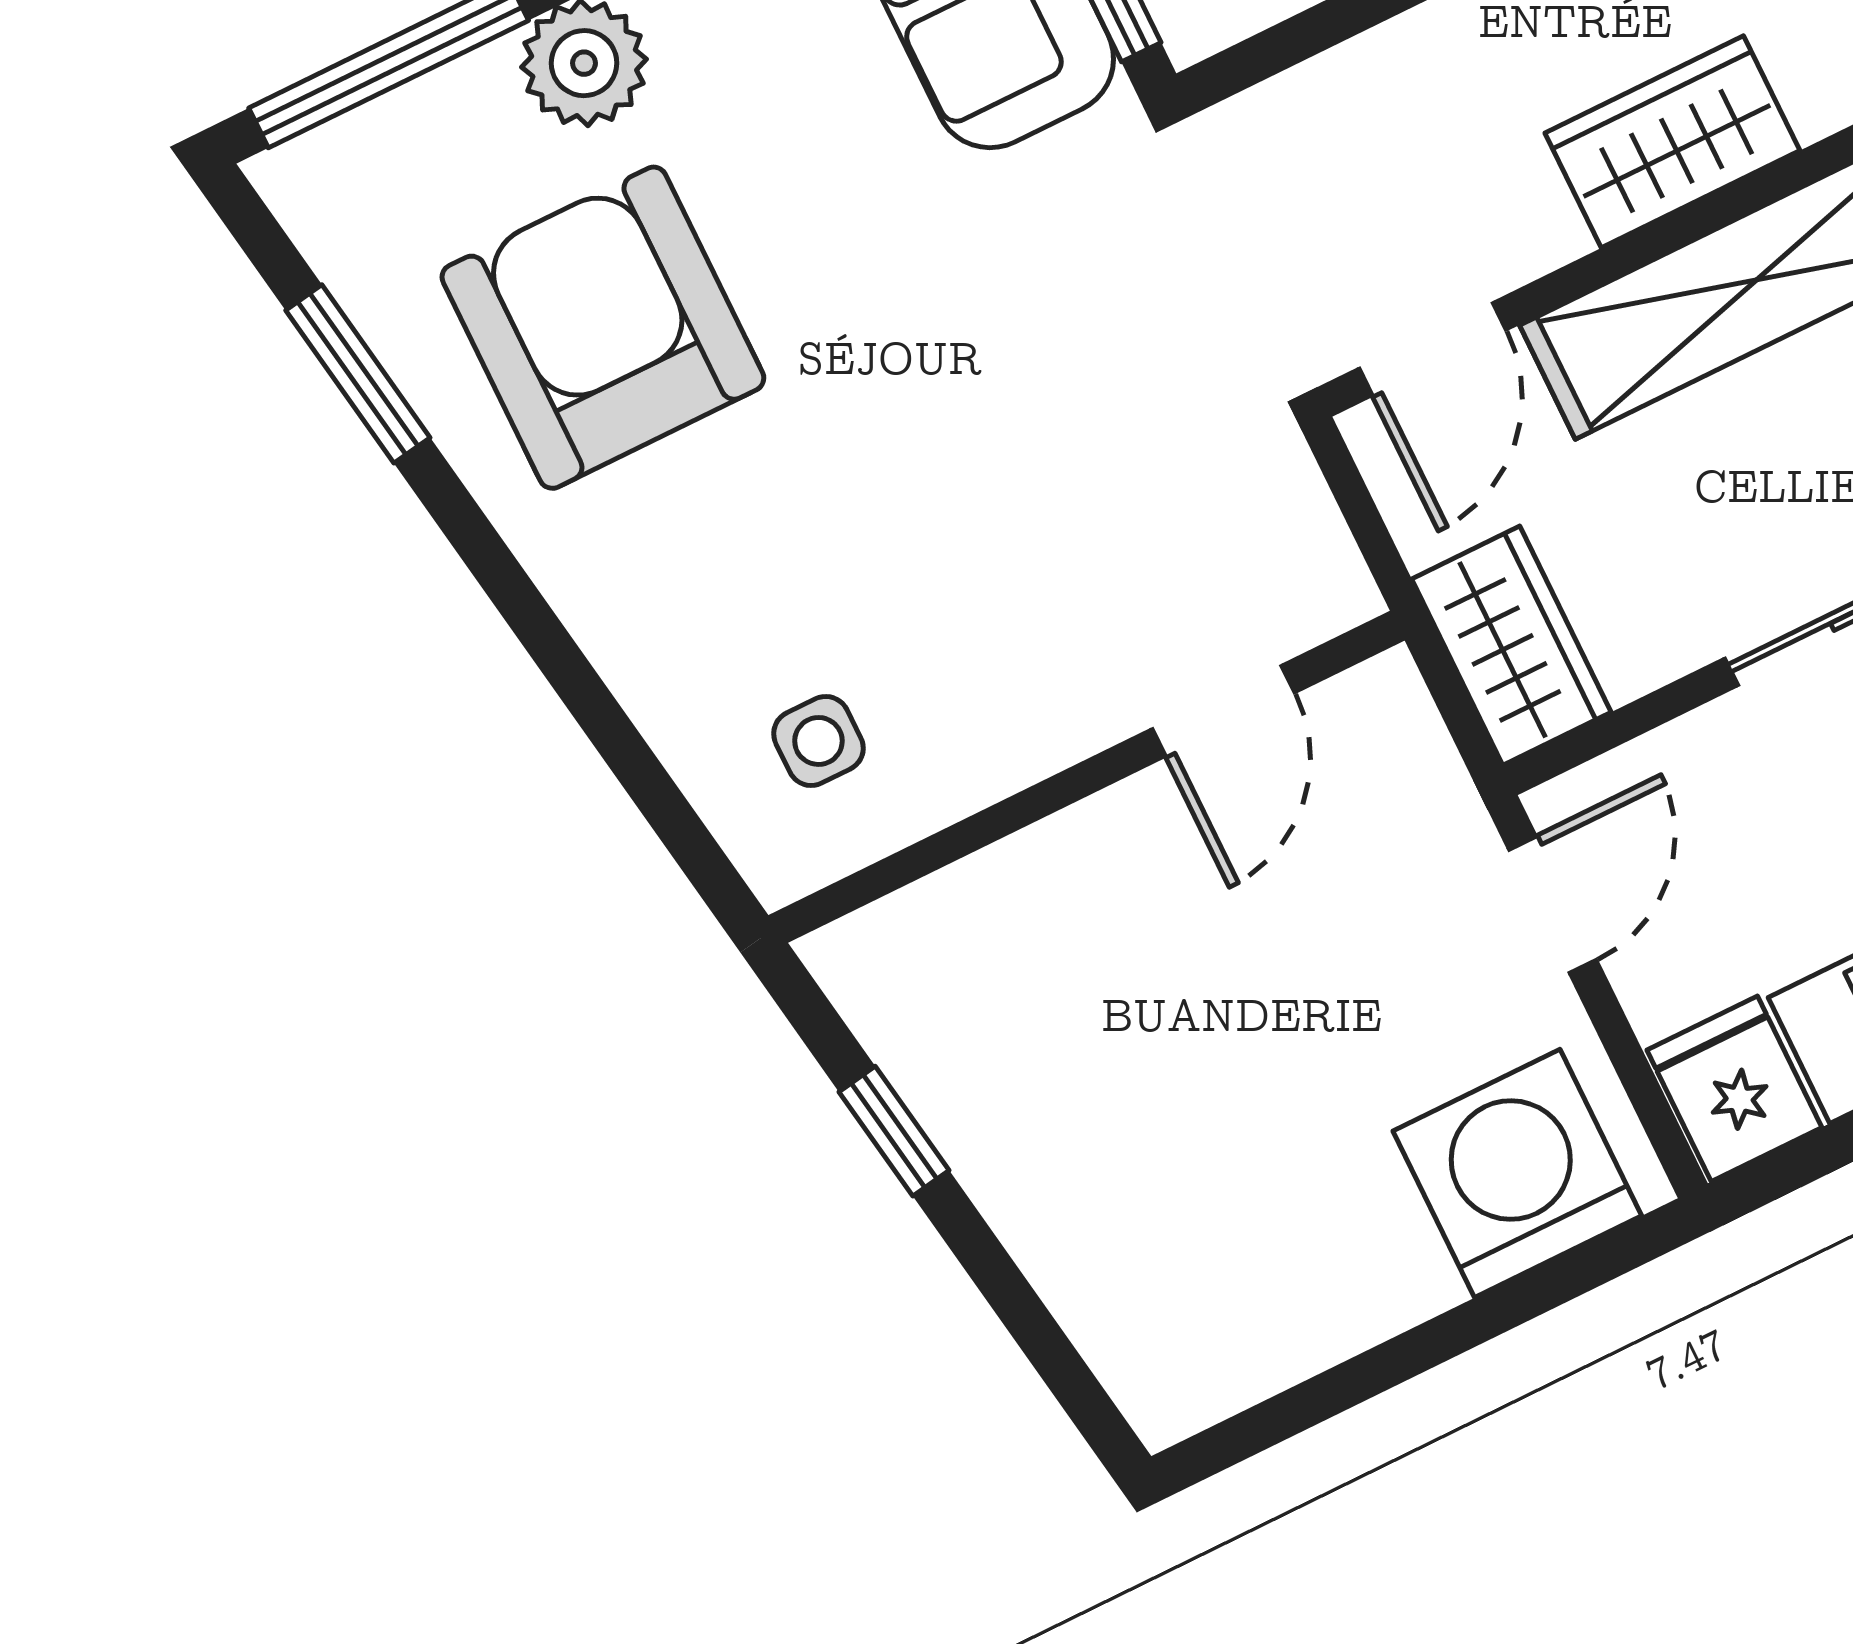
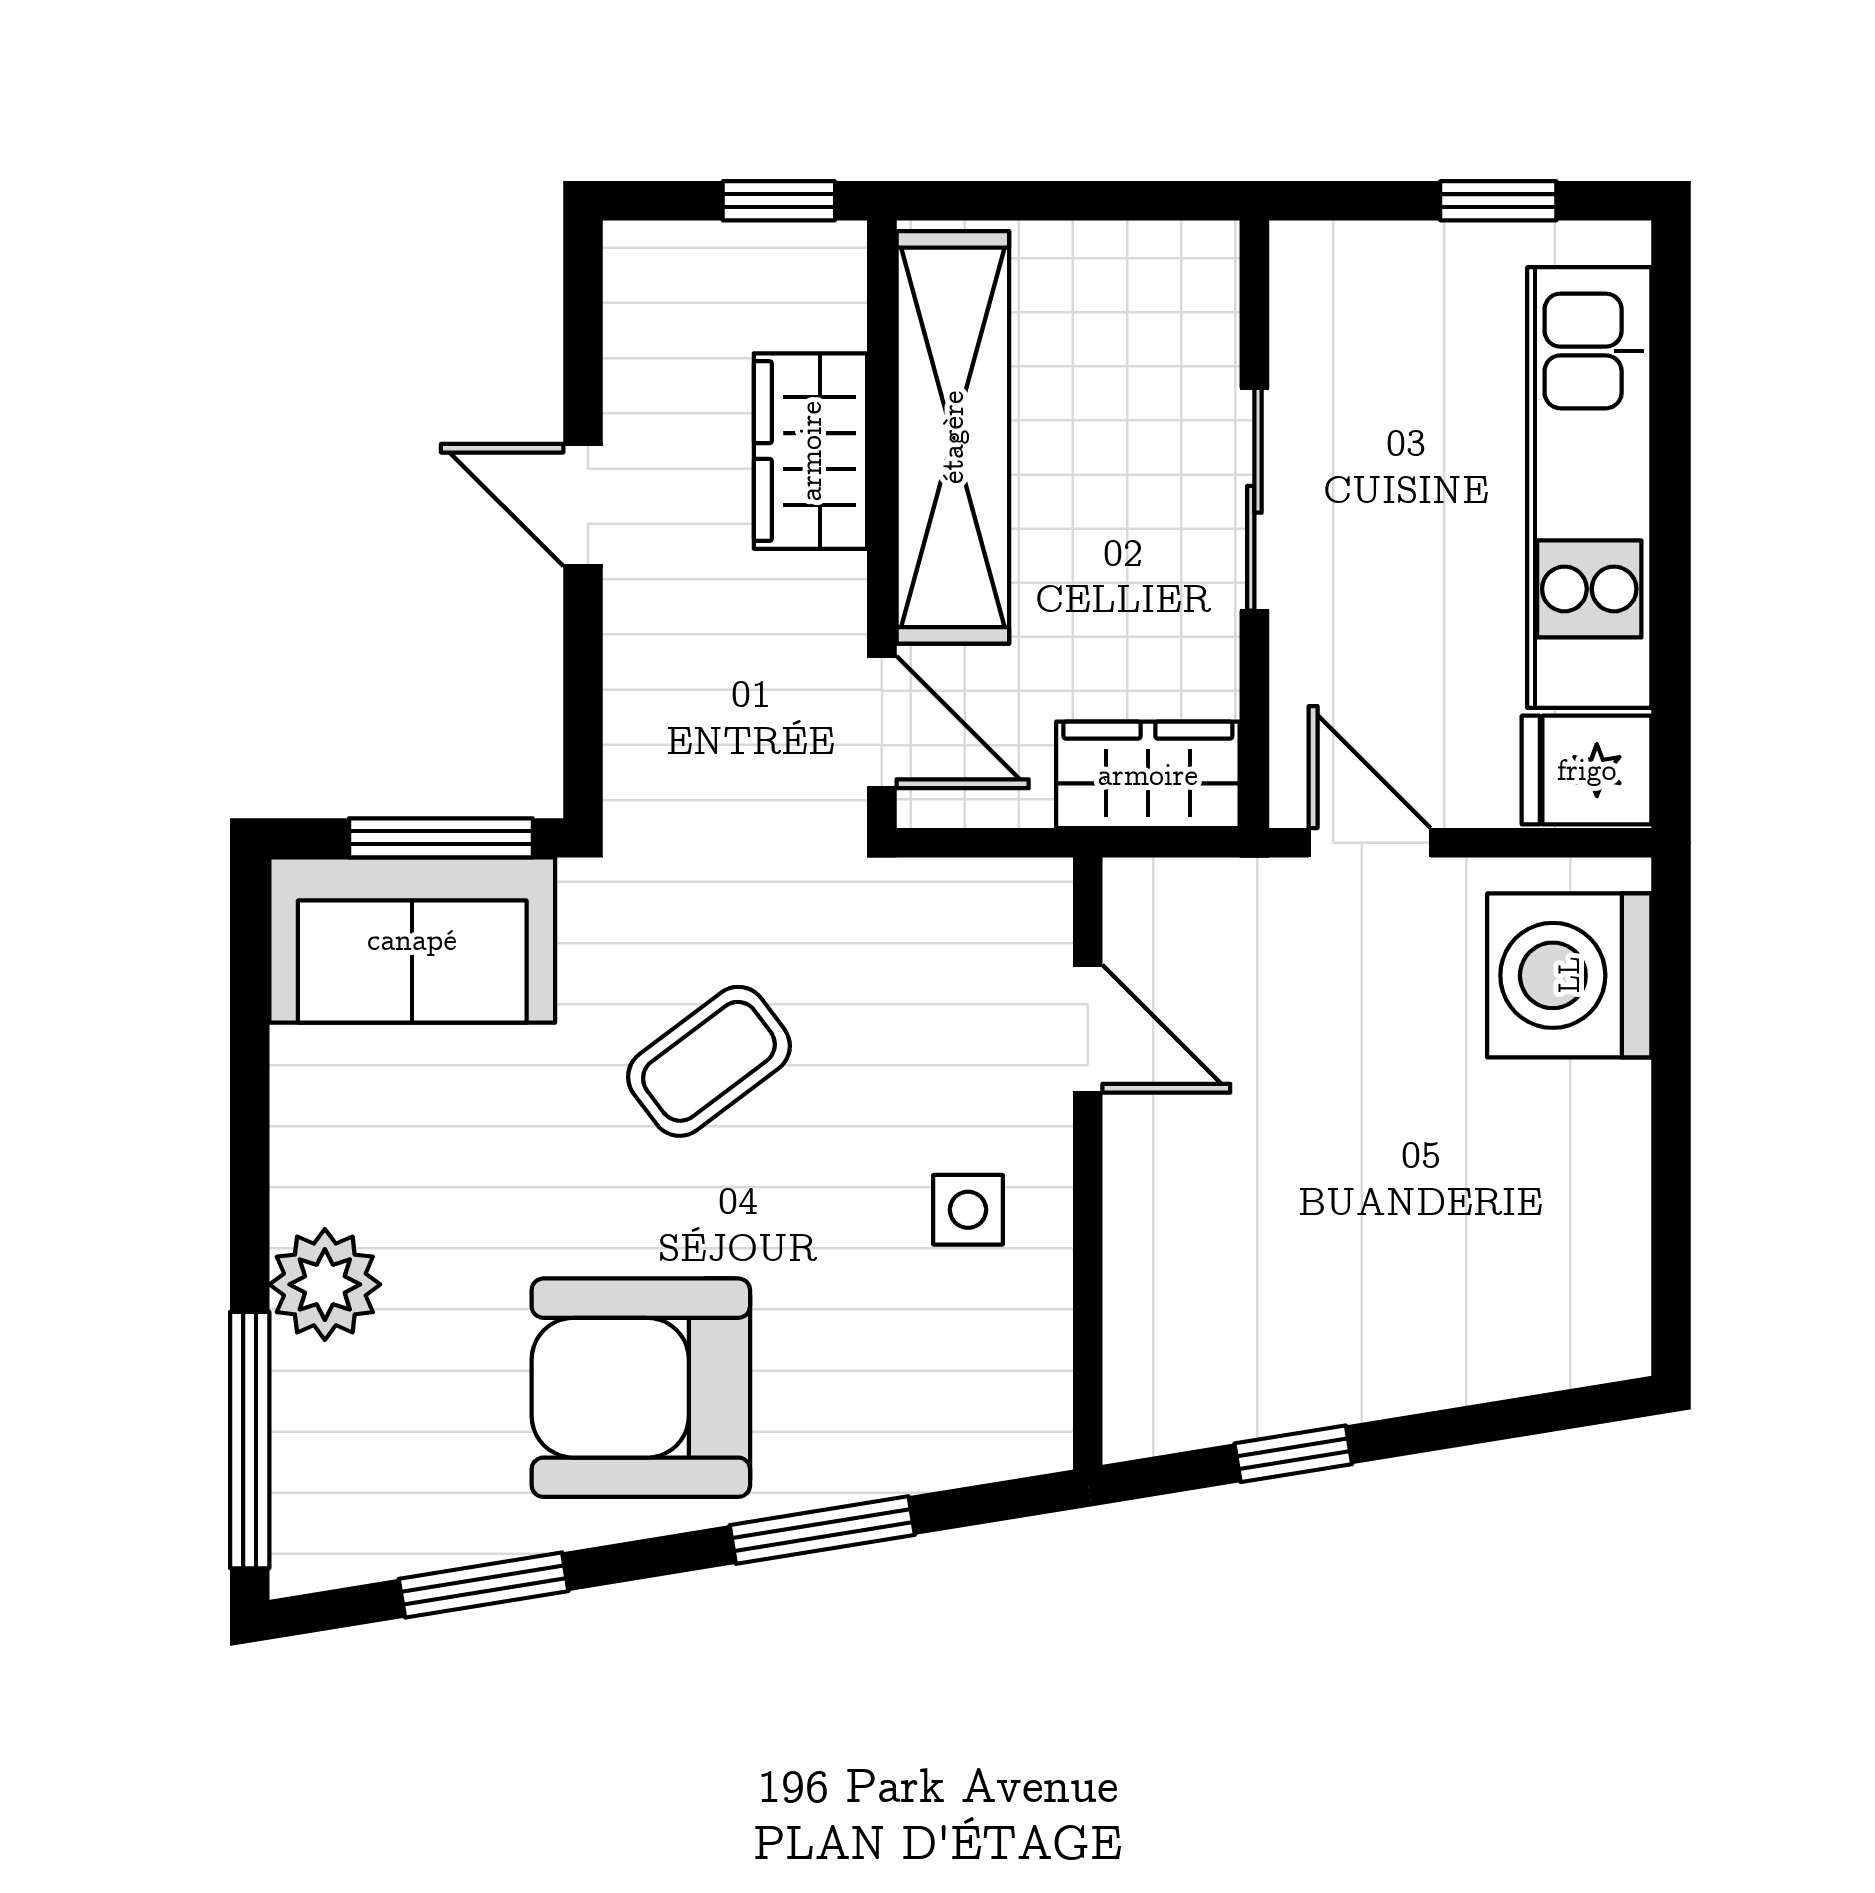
armchair: (603, 328) -> (641, 1388), moved
coffee table: (1002, 342) -> (709, 1061), added
window: (582, 691) -> (822, 1530), added
side table: (818, 741) -> (968, 1210), moved

